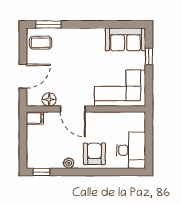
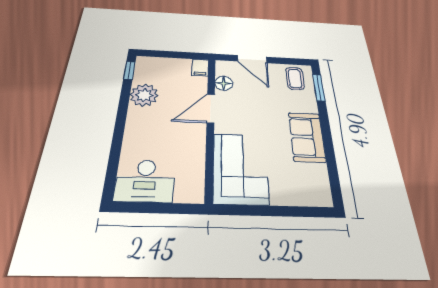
sofa: (126, 39) -> (307, 137), moved
window: (149, 56) -> (291, 211), removed
armchair: (94, 154) -> (146, 131), removed
plant: (69, 163) -> (144, 95), width x1.87, depth x1.87

